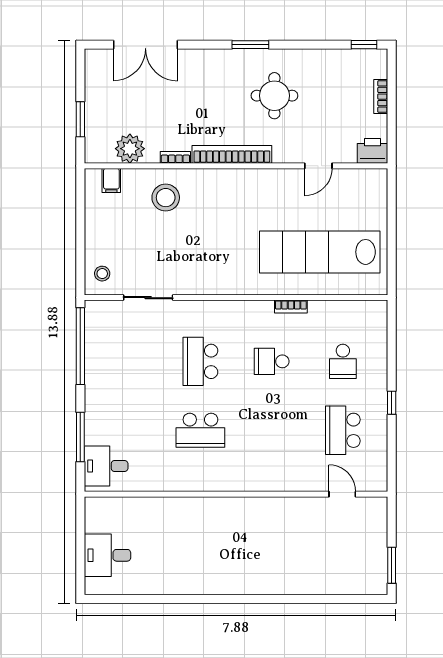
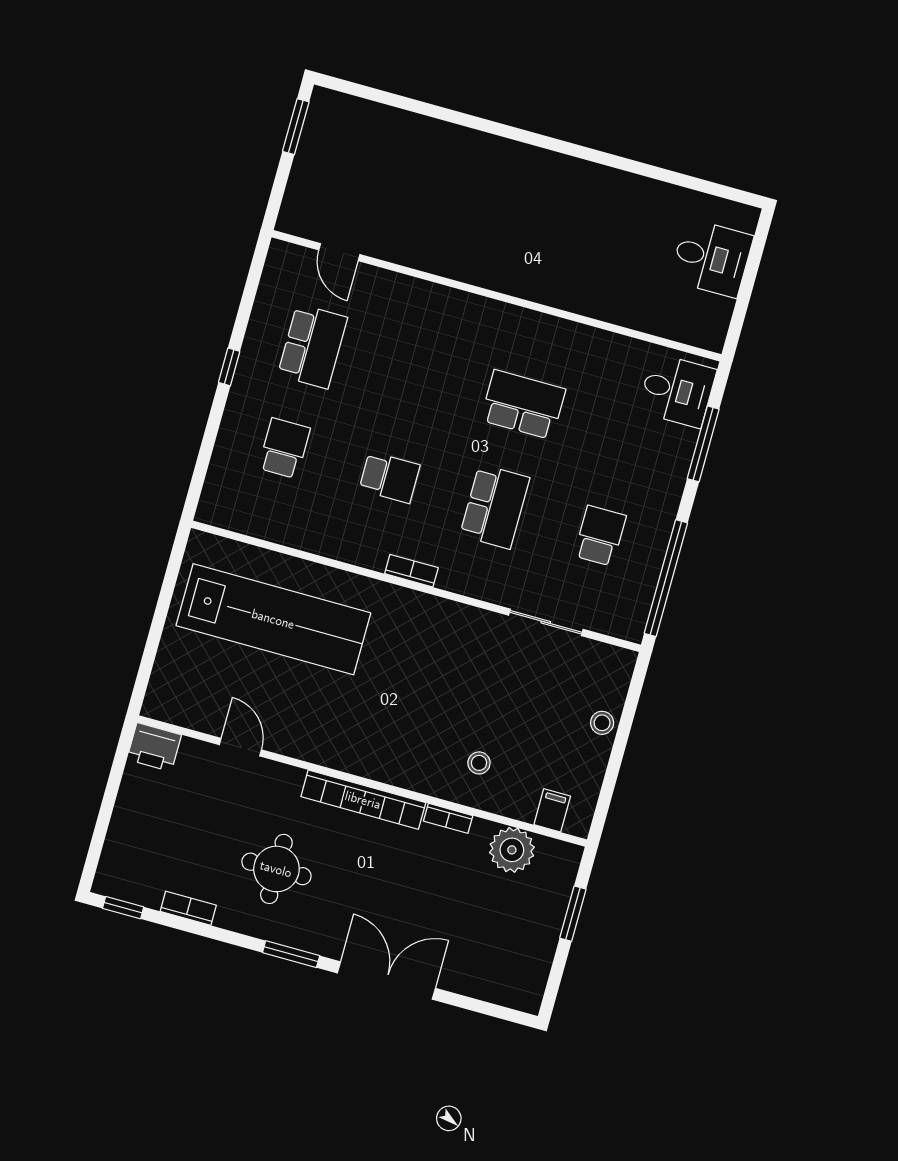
double door: (145, 45) -> (386, 981), moved
bookcase: (381, 97) -> (188, 908), moved, turned -90
door: (318, 166) -> (240, 747), hinge flipped
stool: (166, 198) -> (479, 763), width x0.53, depth x0.53
stool: (102, 274) -> (602, 723), moved
bookcase: (291, 307) -> (411, 571), moved
school desk: (129, 361) -> (600, 536), added

